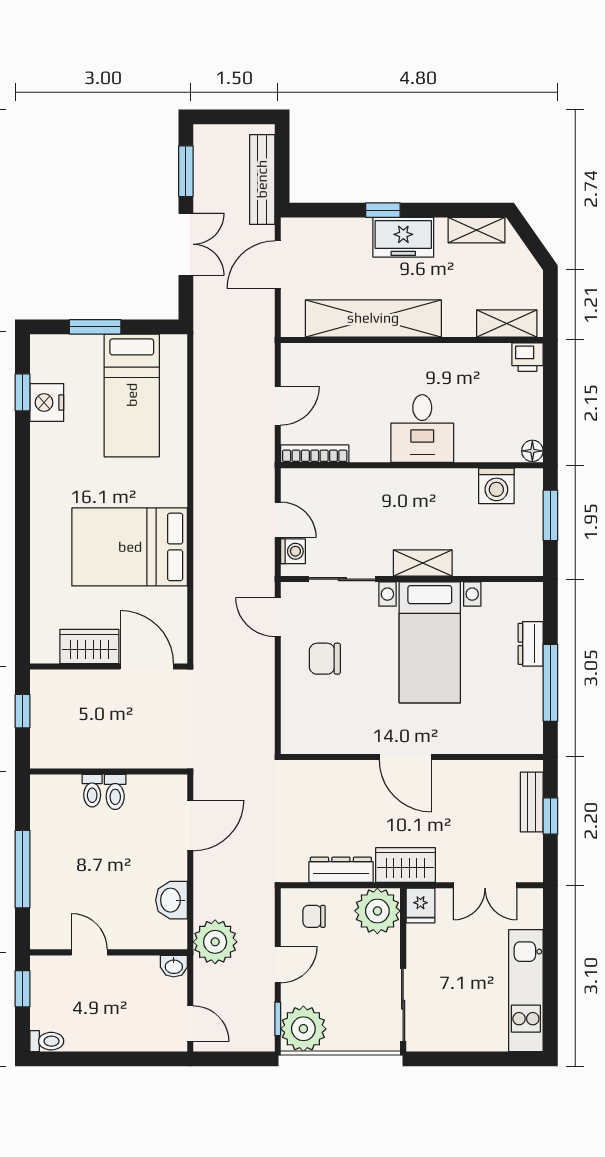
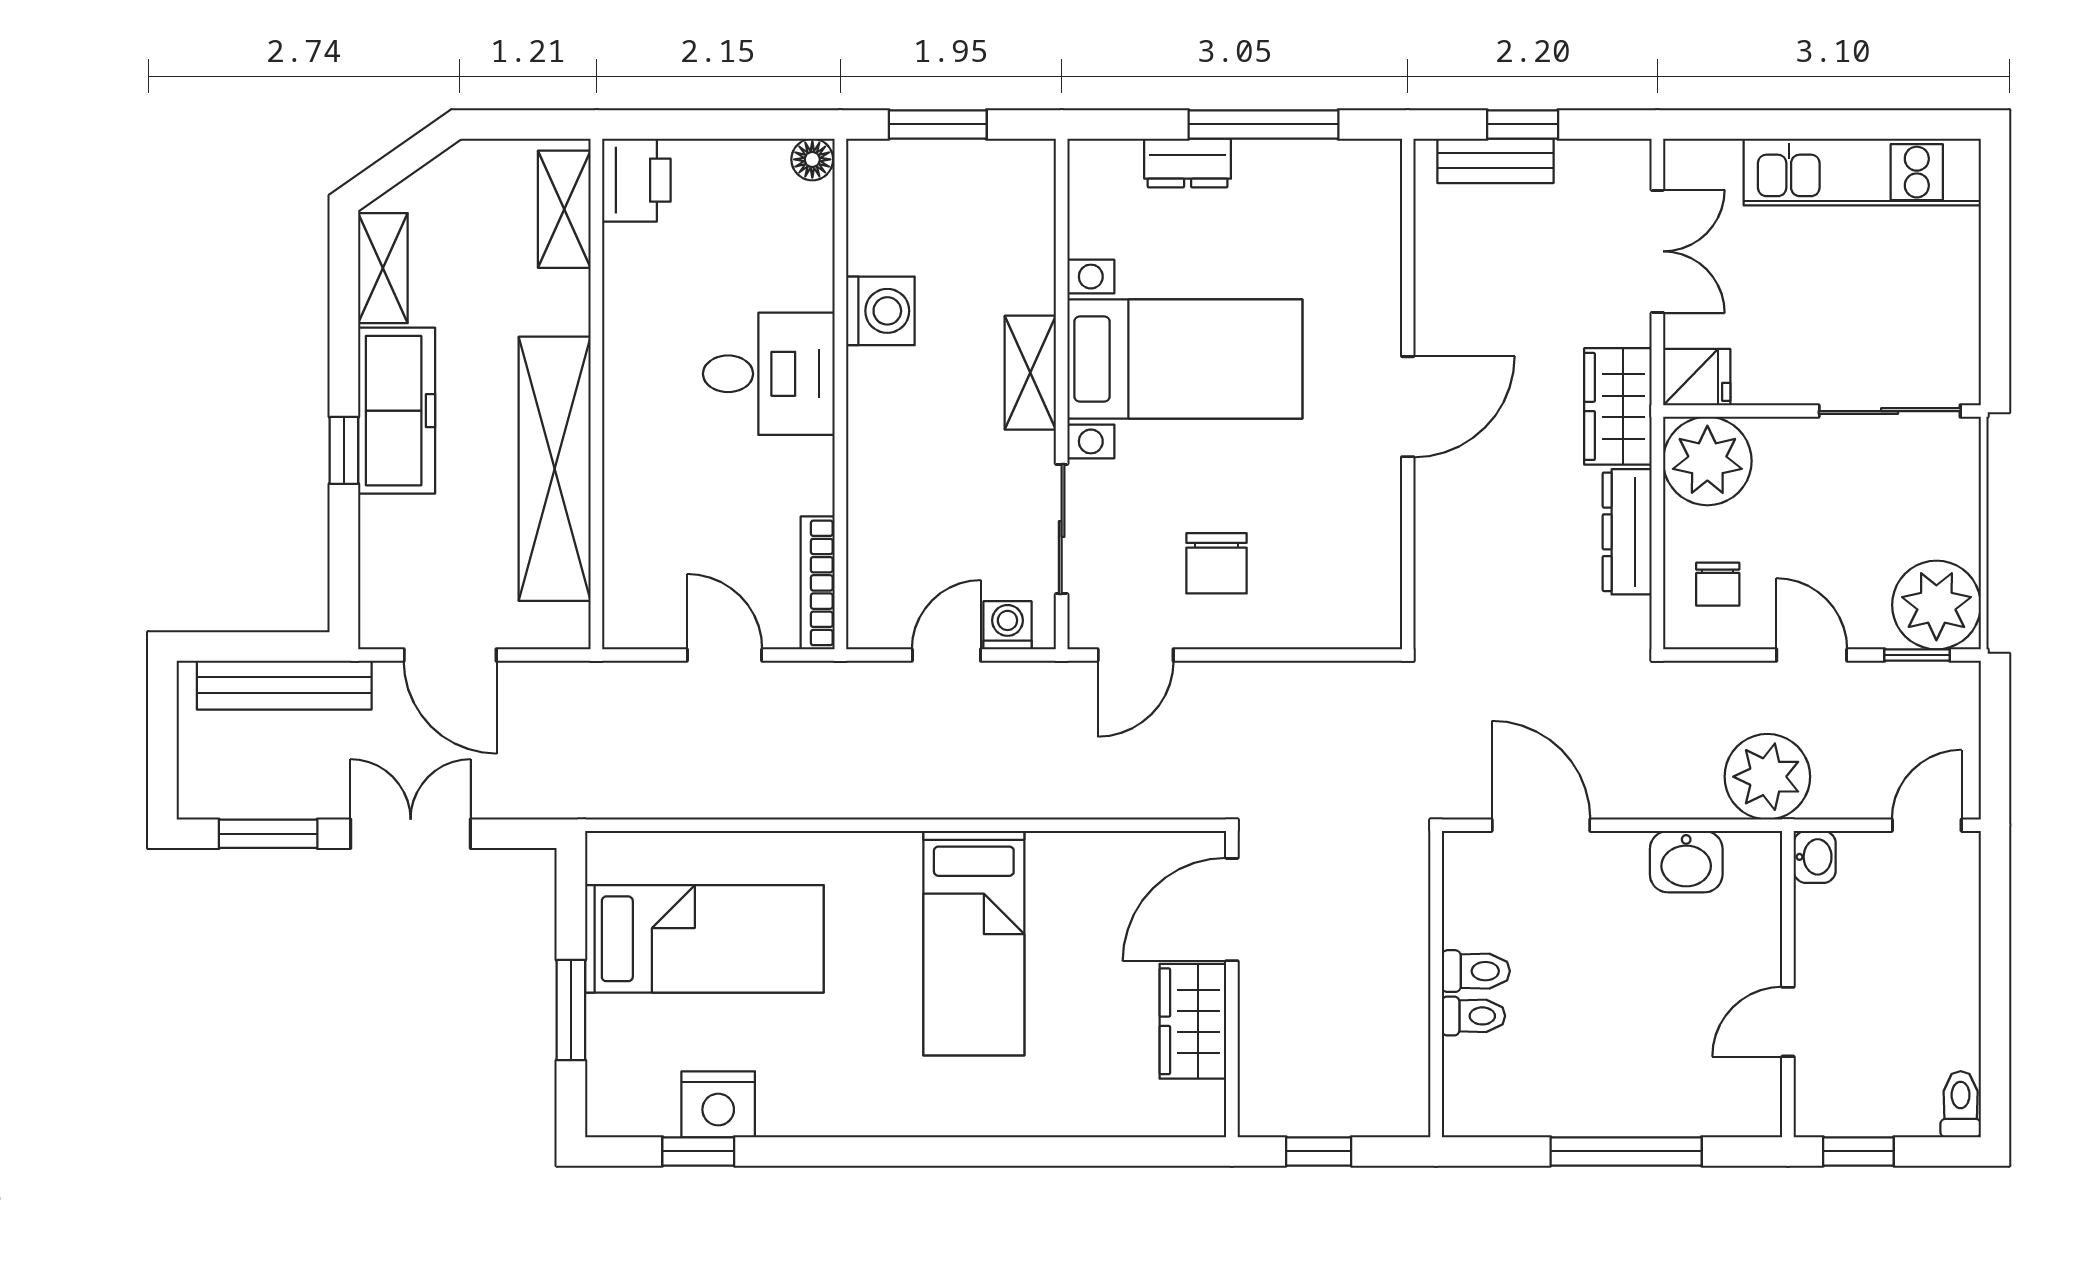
freezer: (403, 237) -> (397, 411), width x1.40
printer: (527, 357) -> (636, 180), width x1.36, depth x1.24
washing machine: (496, 486) -> (880, 311), moved
bed: (130, 547) -> (974, 943), width x0.67

